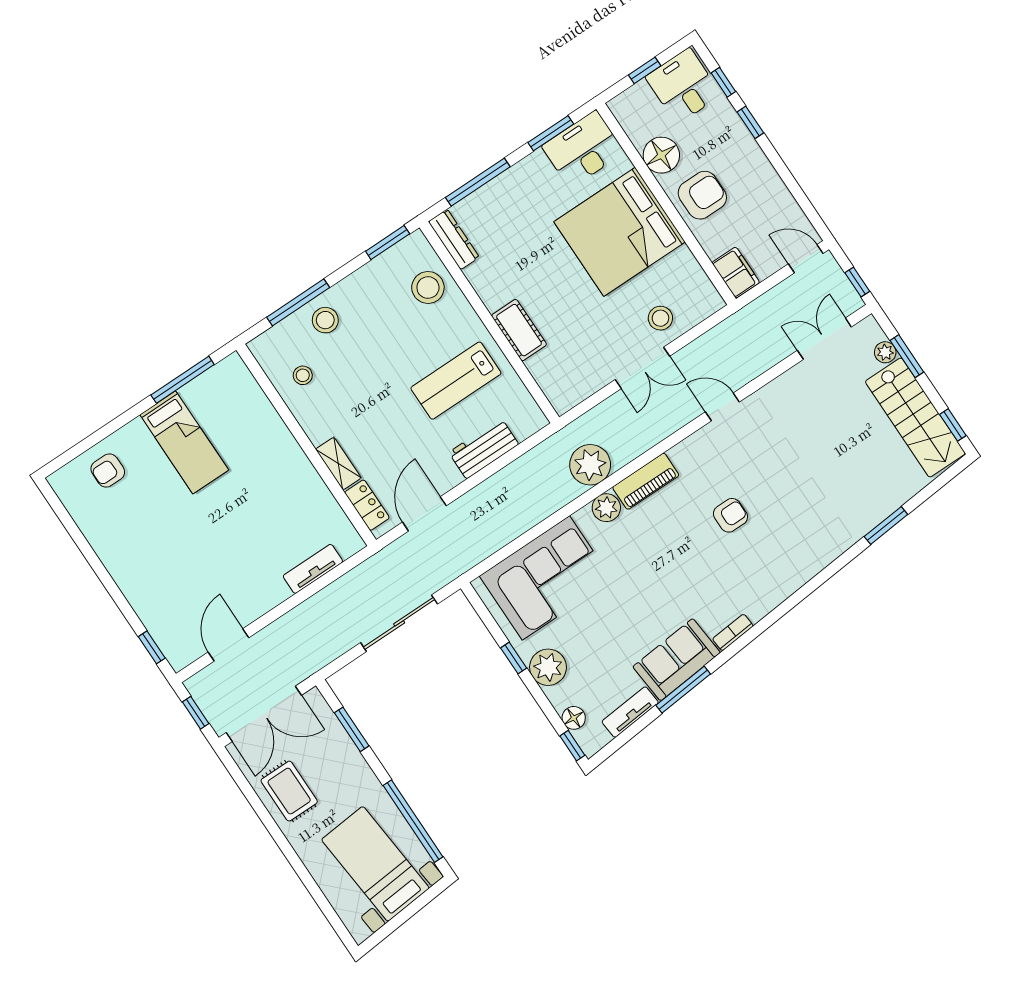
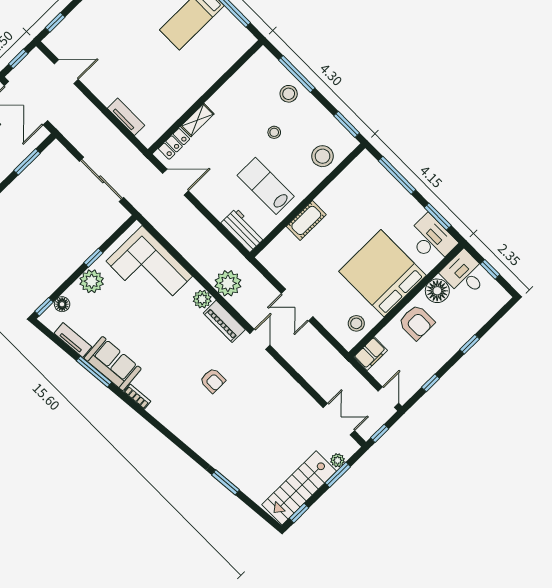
window: (723, 82) -> (431, 383), moved
desk: (683, 86) -> (465, 274), moved, turned -90
dresser: (454, 239) -> (357, 167), removed
stool: (660, 318) -> (356, 323), moved
stool: (303, 375) -> (274, 132), moved
door: (722, 407) -> (260, 339), moved
workbench: (484, 448) -> (243, 230), moved

